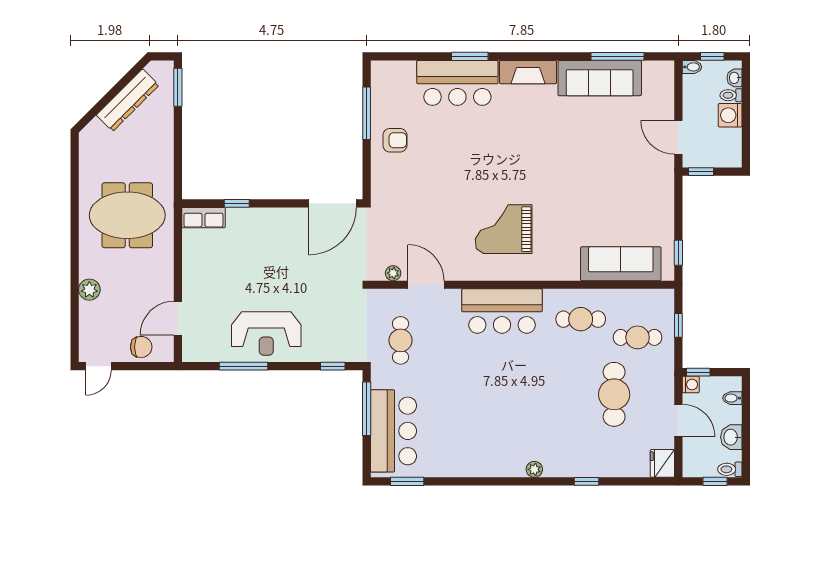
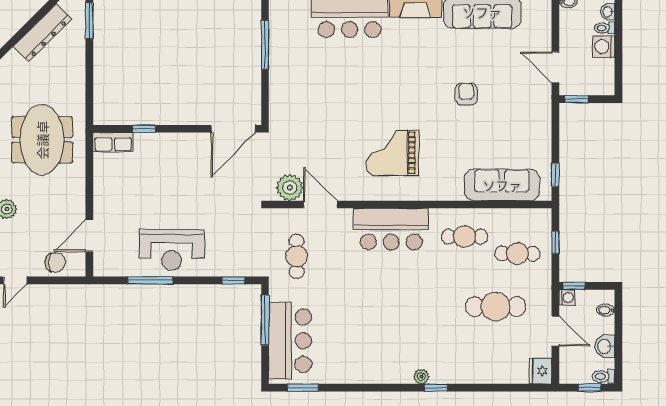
armchair: (395, 140) -> (466, 94), moved, turned -90
meeting table: (127, 215) -> (42, 140), turned 90
plant: (393, 273) -> (290, 188), width x1.88, depth x1.88
cafe table: (614, 394) -> (496, 307), turned 90
window: (587, 481) -> (436, 388), moved

